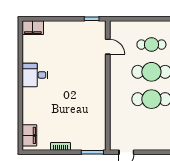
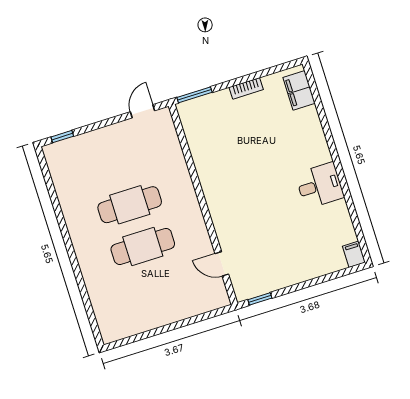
filing cabinet: (33, 28) -> (354, 254), width x0.50
cafe table: (151, 45) -> (156, 288), removed

